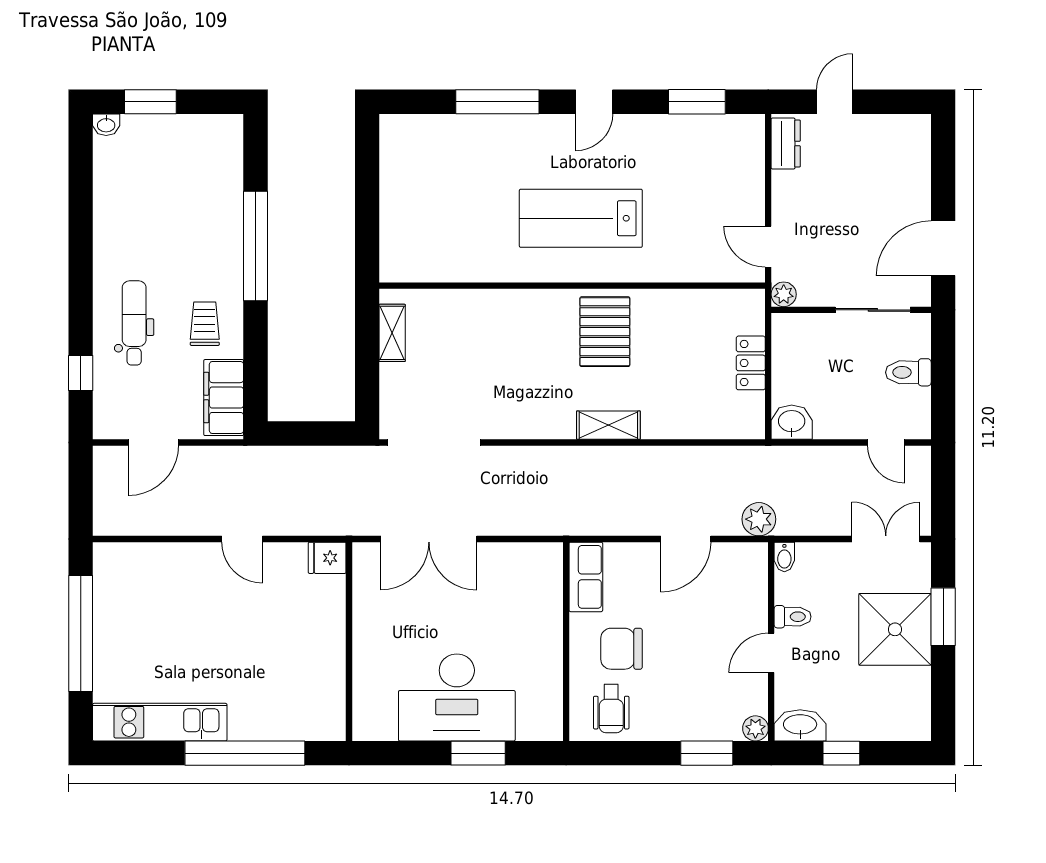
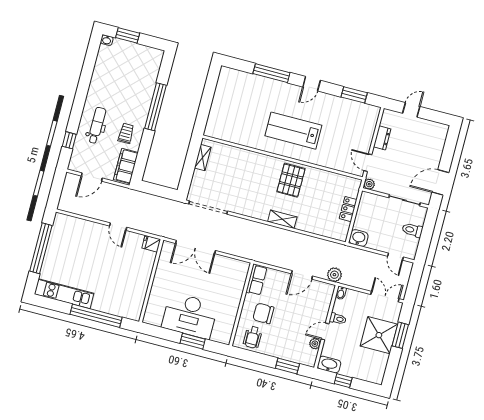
dresser: (786, 144) -> (382, 138), moved
plant: (755, 728) -> (315, 344), moved

